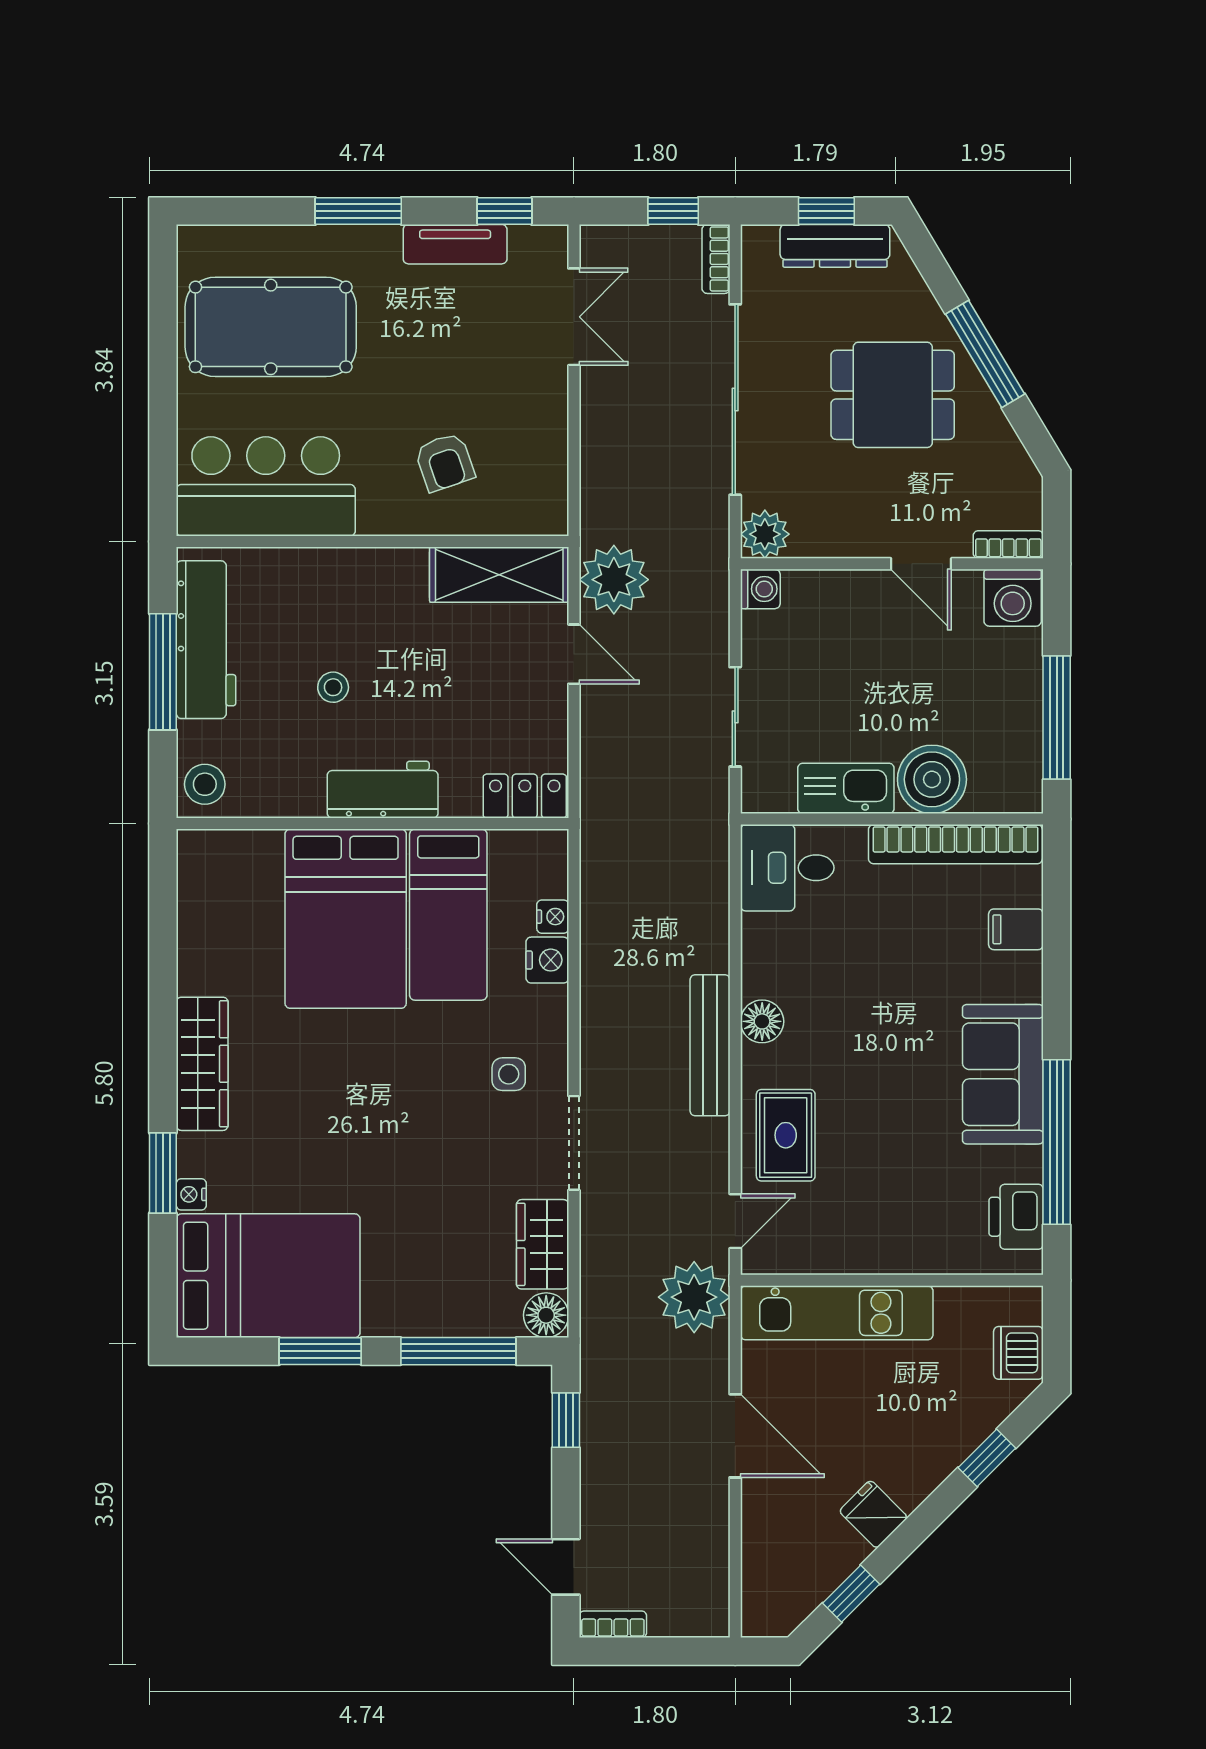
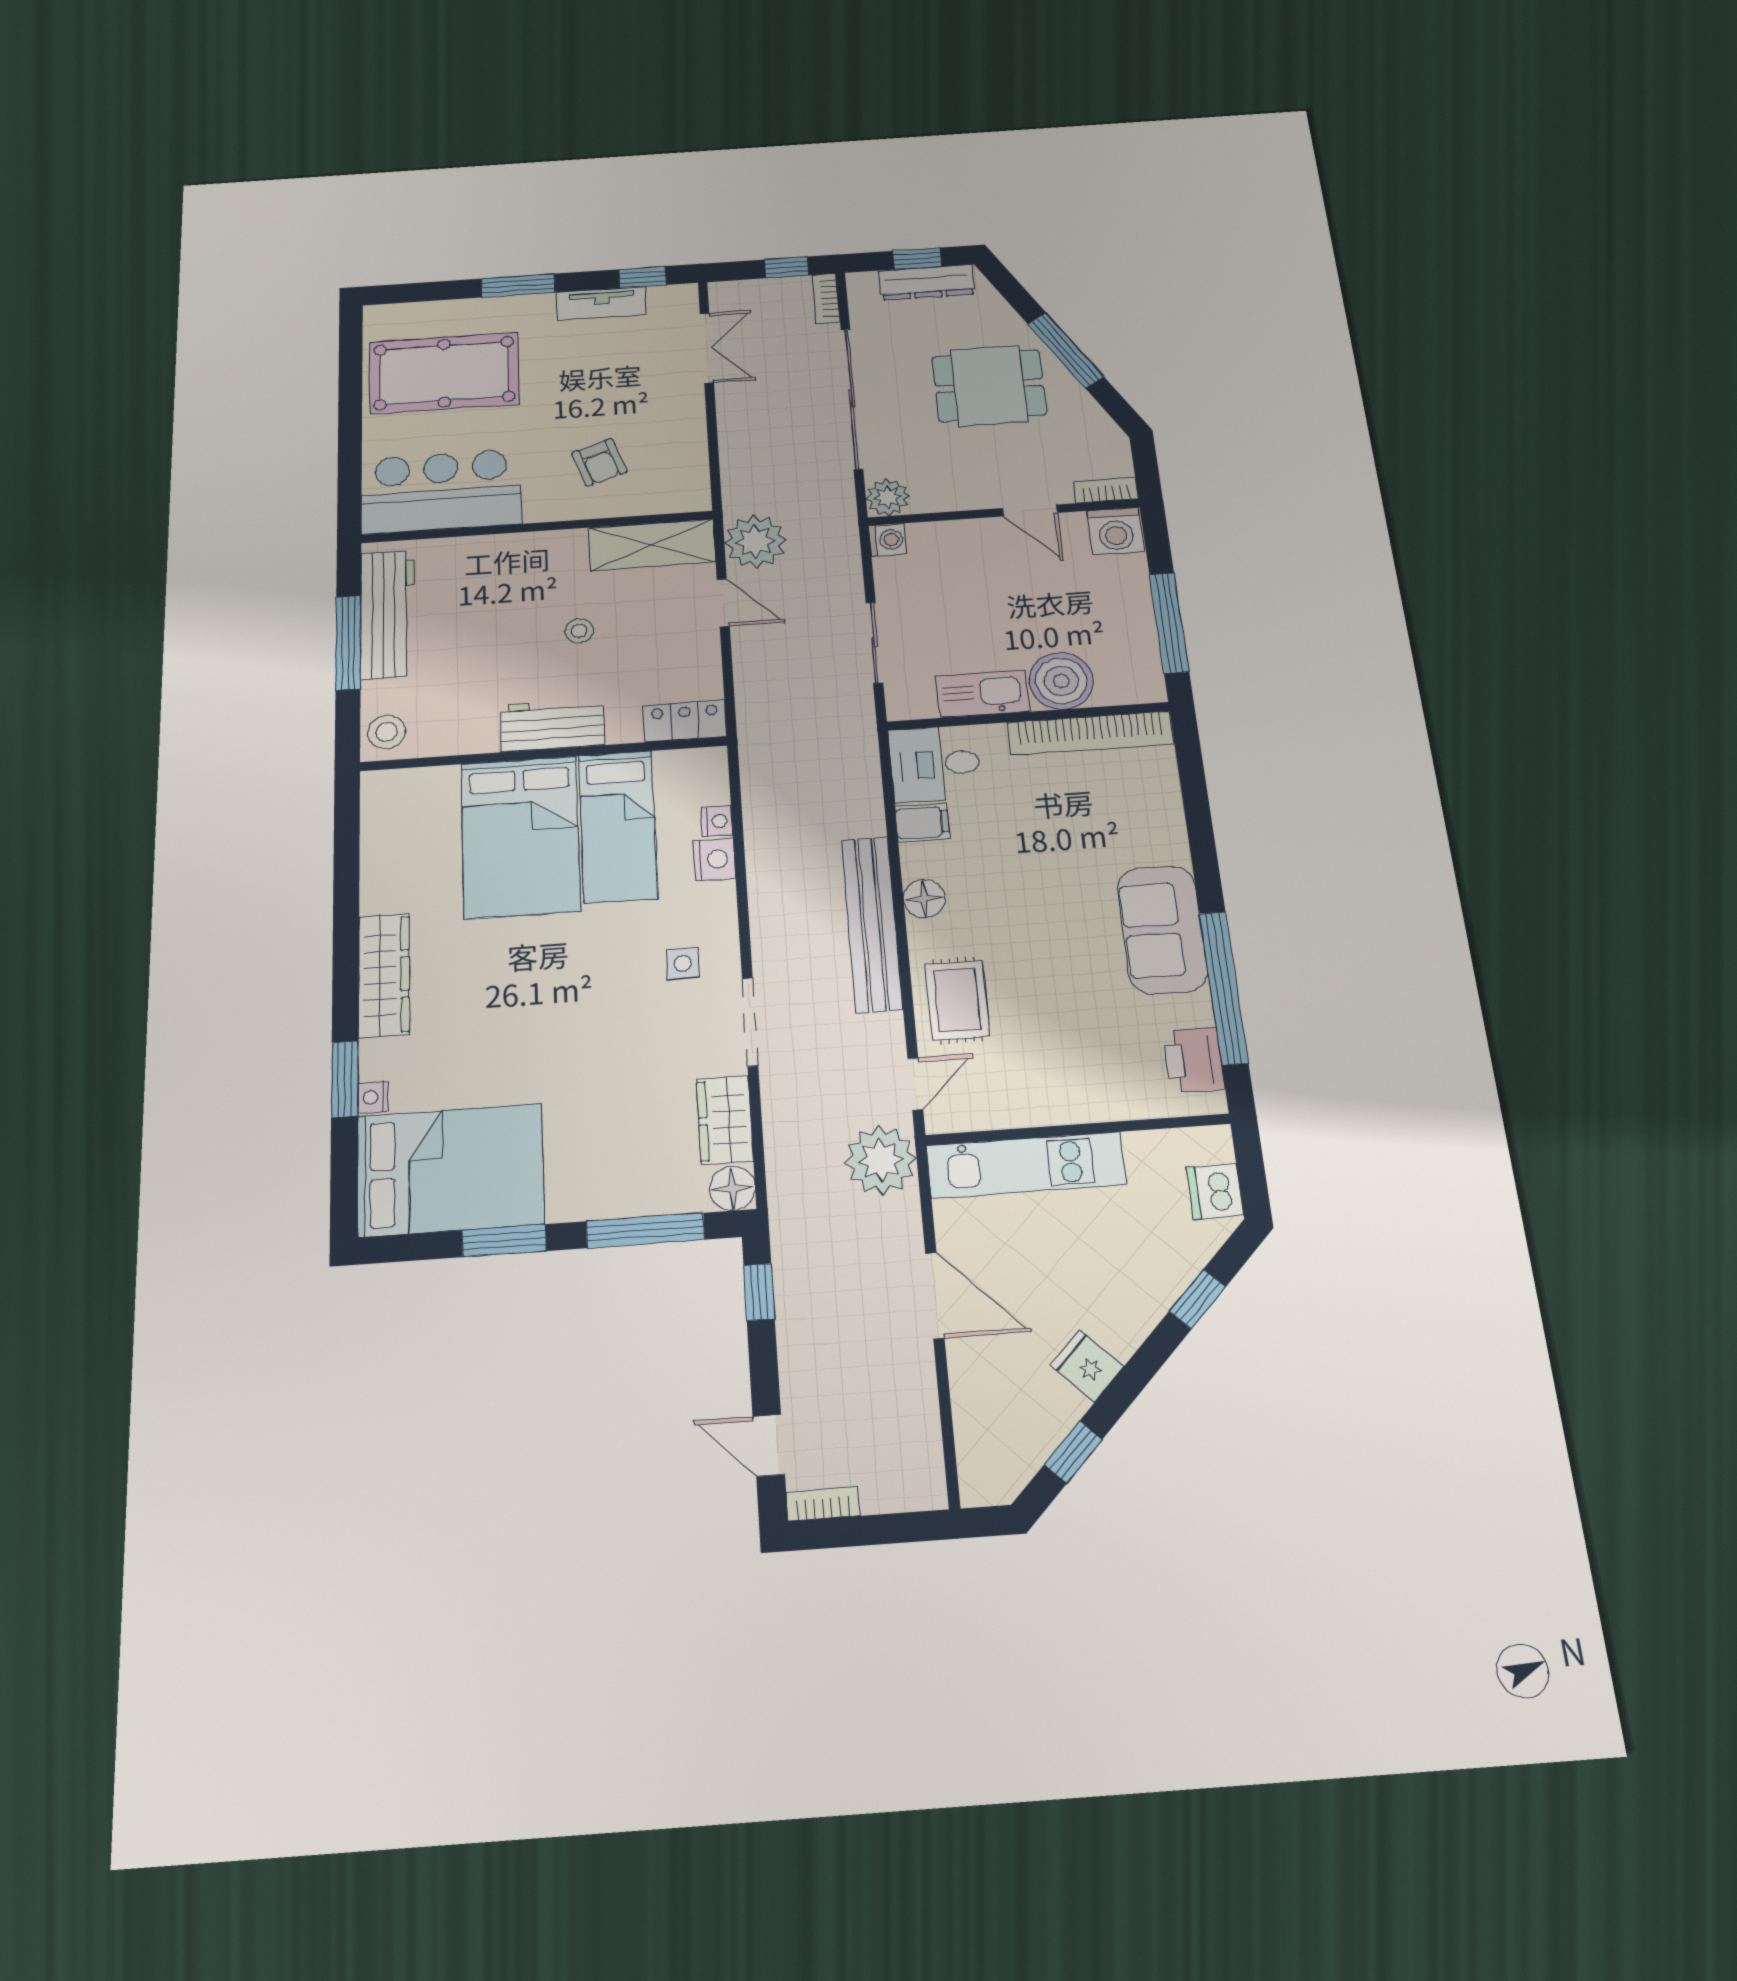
stool: (333, 687) -> (579, 631), moved
filing cabinet: (1016, 929) -> (922, 823), moved, turned 180
bench: (710, 1045) -> (872, 924), width x1.37, depth x1.21

